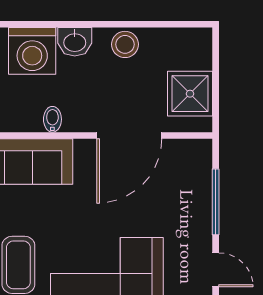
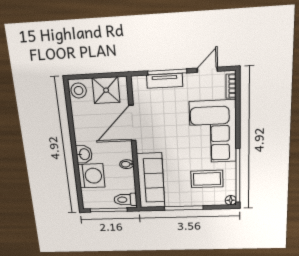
stool: (125, 44) -> (79, 91), moved
door: (129, 135) -> (132, 123), swing flipped
tv unit: (201, 197) -> (165, 81), added

